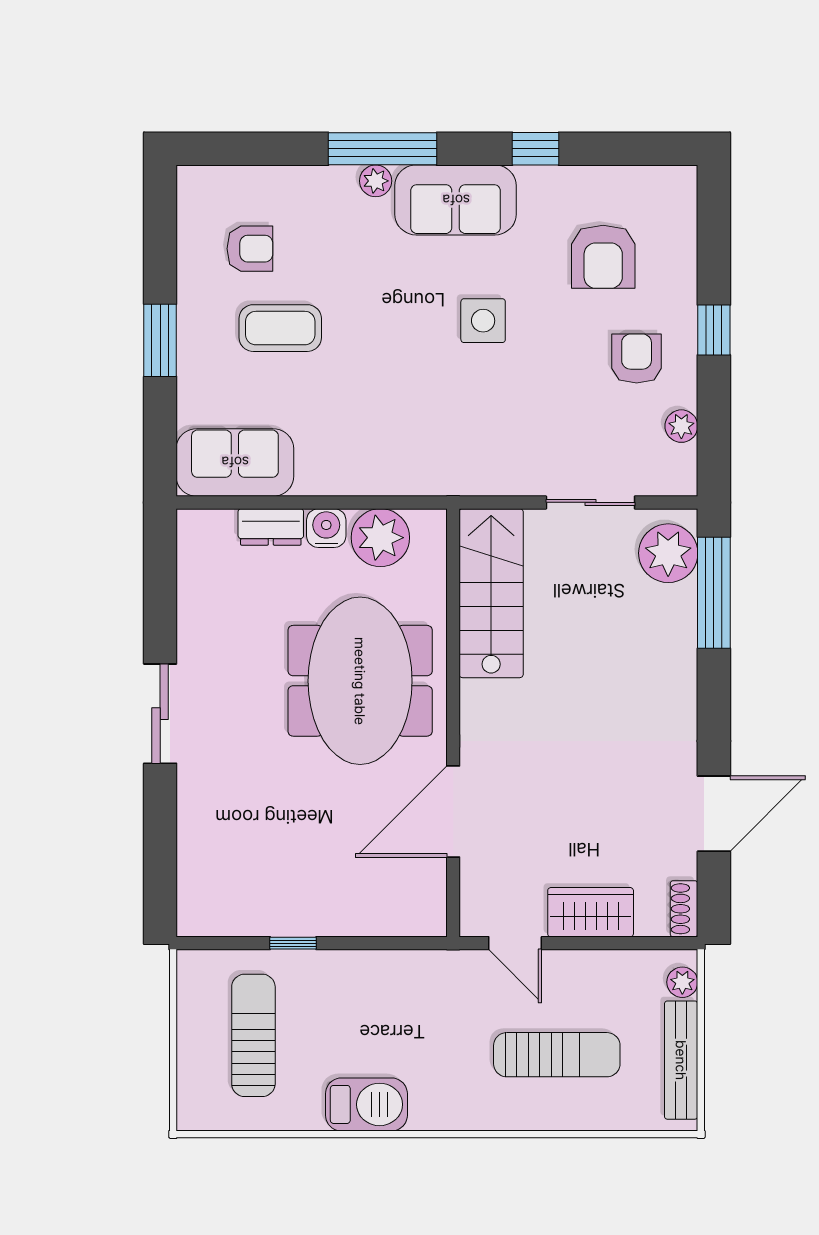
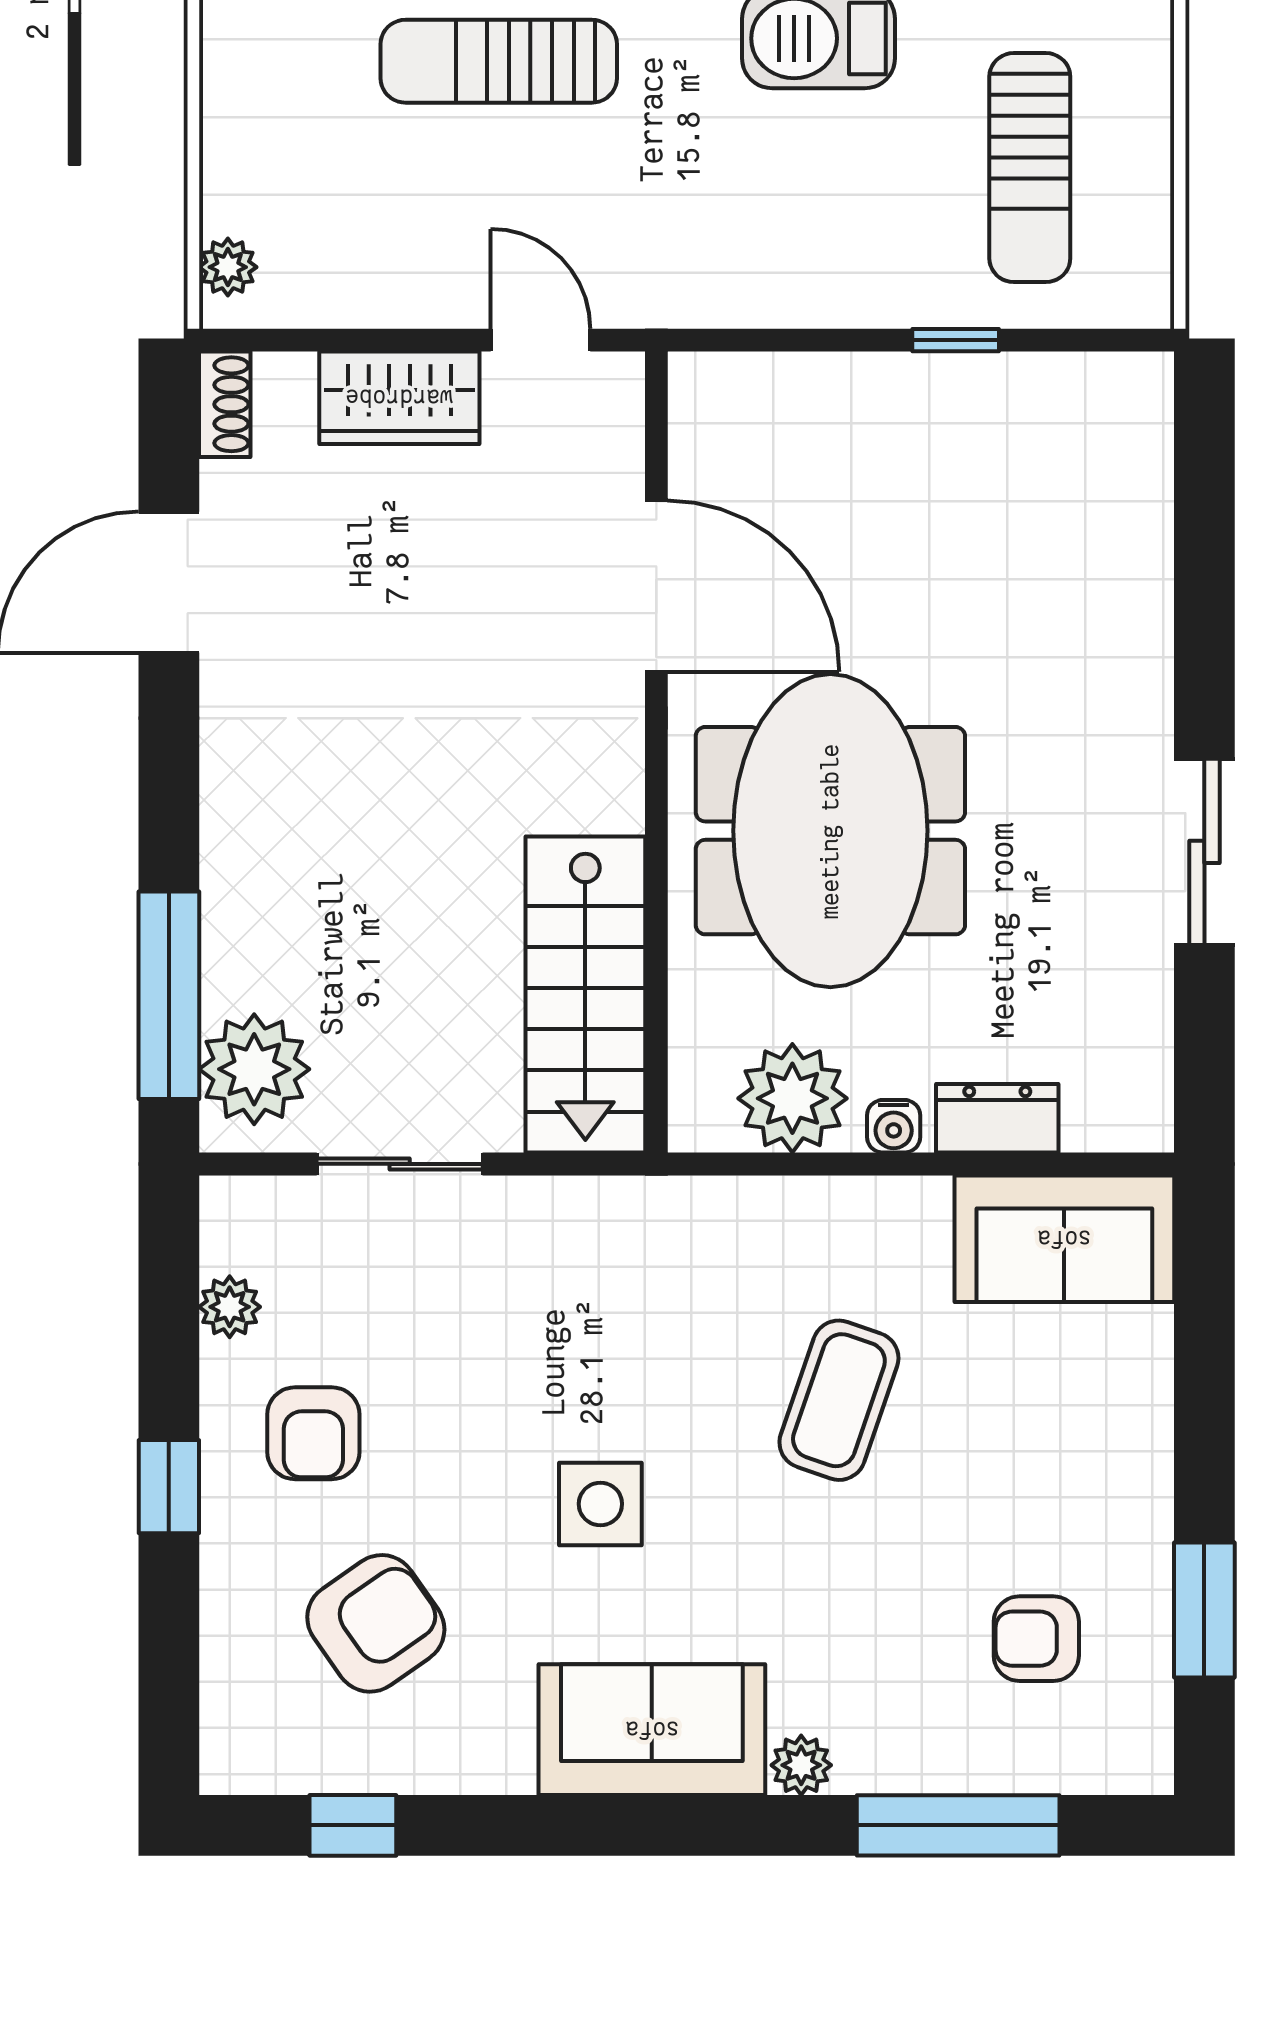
window: (383, 149) -> (958, 1825), moved
window: (536, 149) -> (353, 1825), moved
armchair: (603, 257) -> (376, 1623), turned 55
coffee table: (280, 328) -> (839, 1400), moved, turned -71
window: (160, 340) -> (1204, 1610), moved
water cooler: (326, 528) -> (894, 1126), width x0.72, depth x0.72
sliding door: (160, 714) -> (1204, 852), moved
door: (453, 812) -> (656, 586), hinge flipped
sun lounger: (557, 1055) -> (499, 61), moved
bench: (681, 1060) -> (230, 121), removed

